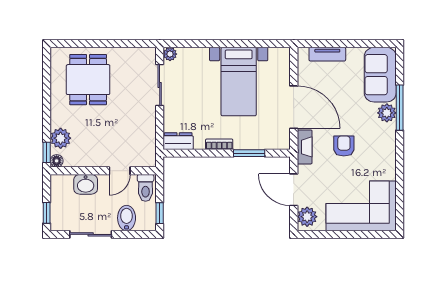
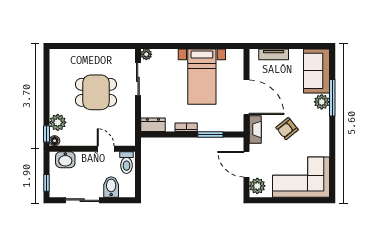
dining table: (88, 80) -> (96, 92), moved, turned 90
armchair: (344, 146) -> (287, 129), turned -129
door: (120, 171) -> (106, 149), swing flipped
washbasin: (86, 184) -> (65, 160), moved
window: (160, 213) -> (138, 183), removed

